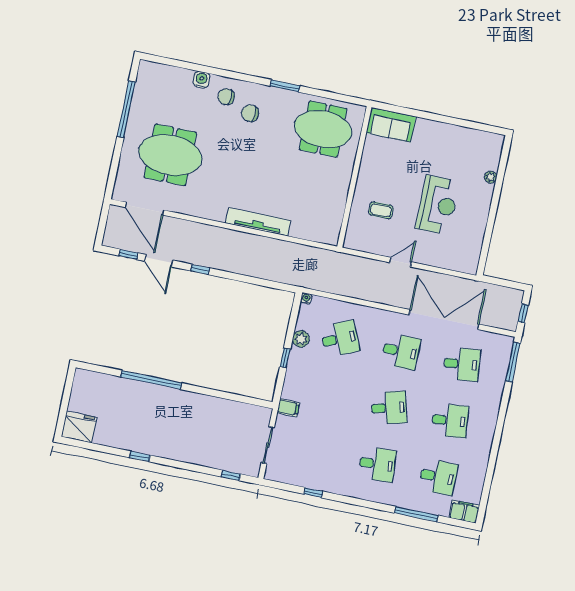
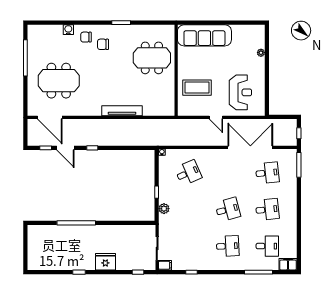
sofa: (391, 125) -> (204, 35), width x1.85, depth x1.27
meeting table: (323, 129) -> (152, 58), moved
reception desk: (438, 205) -> (240, 92), moved
coffee table: (381, 210) -> (197, 88), width x1.86, depth x1.72
door: (401, 262) -> (216, 117), swing flipped
plant: (301, 339) -> (164, 209), moved
desk: (401, 351) -> (228, 173), removed
filing cabinet: (288, 408) -> (165, 265), moved
fridge: (79, 427) -> (105, 262), moved

